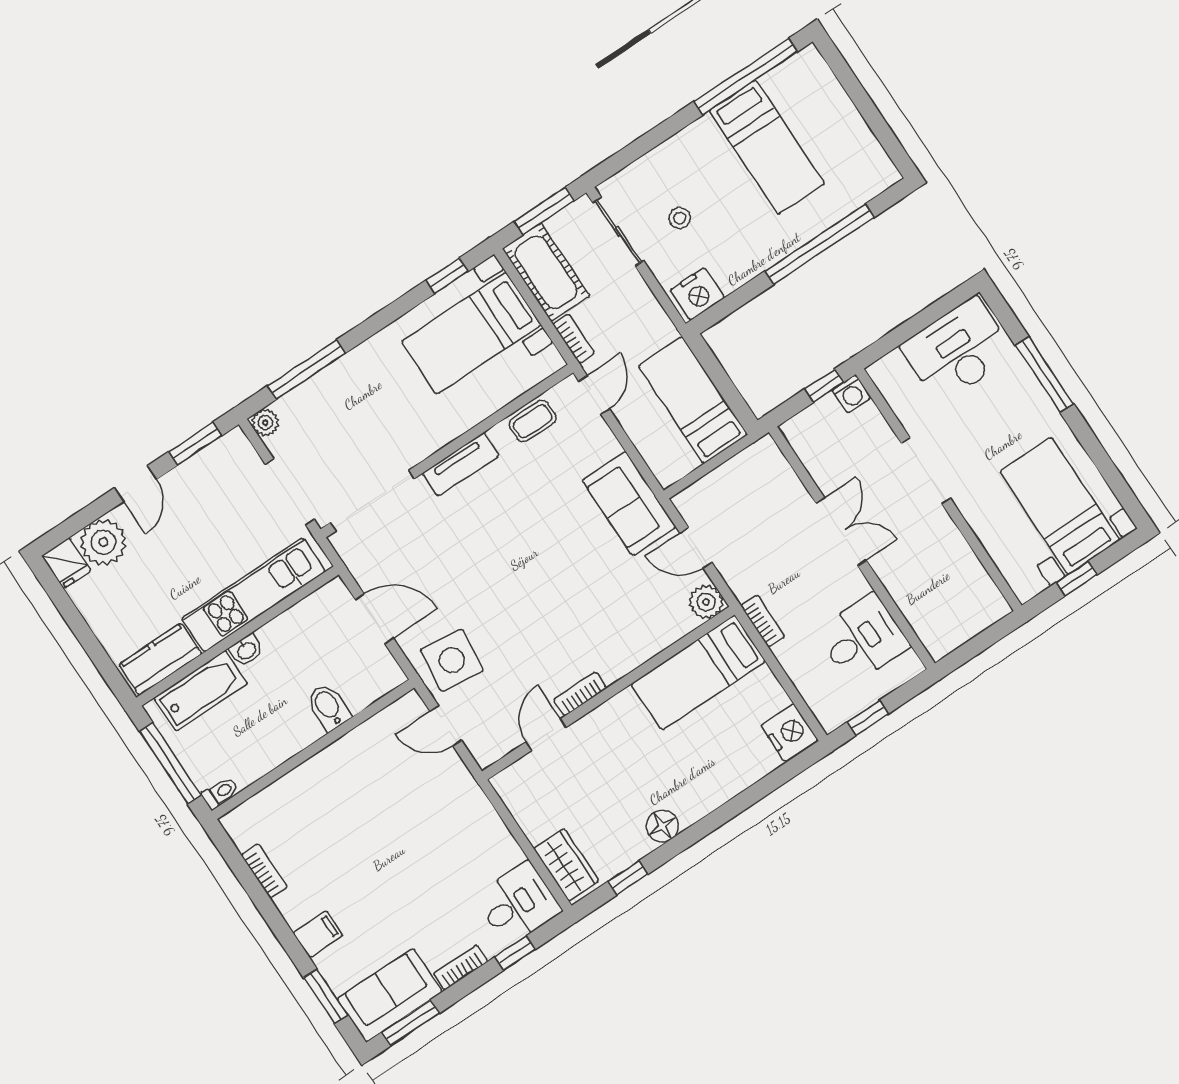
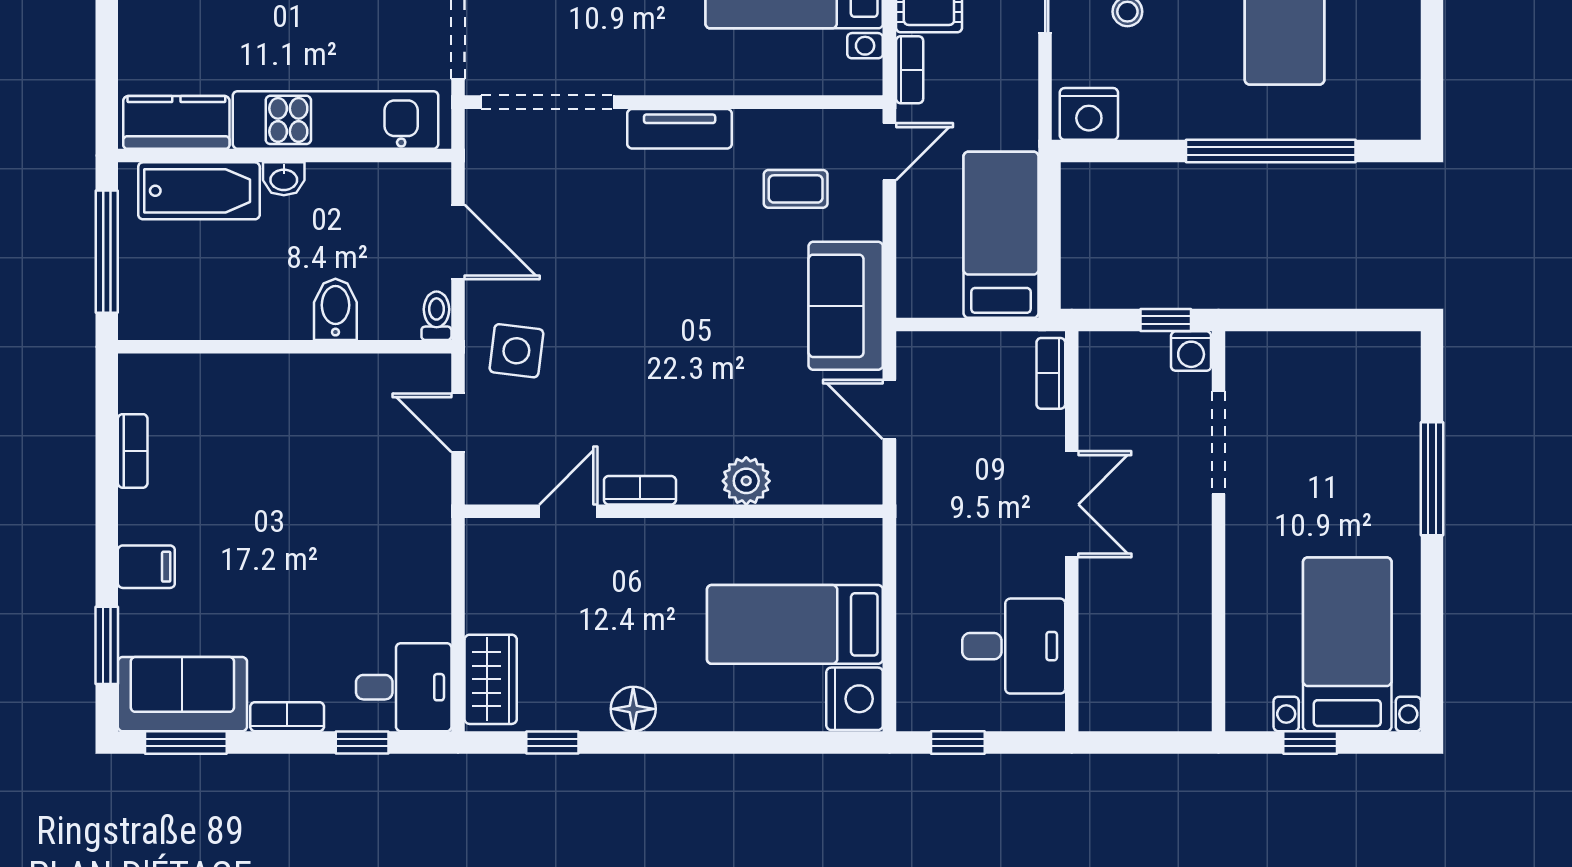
desk: (958, 351) -> (1349, 383), removed
coffee table: (533, 421) -> (796, 189), moved
doorway: (926, 471) -> (1218, 443), moved
plant: (706, 602) -> (746, 481), moved
bookcase: (763, 621) -> (1051, 373), moved, turned 180
side table: (452, 660) -> (516, 351), width x0.73, depth x0.73
bed: (698, 673) -> (795, 624), moved
toilet: (220, 793) -> (436, 316), moved, turned -90

